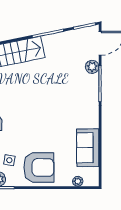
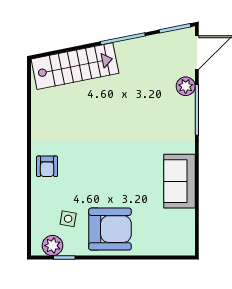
sofa: (88, 148) -> (179, 181), moved
plant: (78, 181) -> (165, 249), removed

